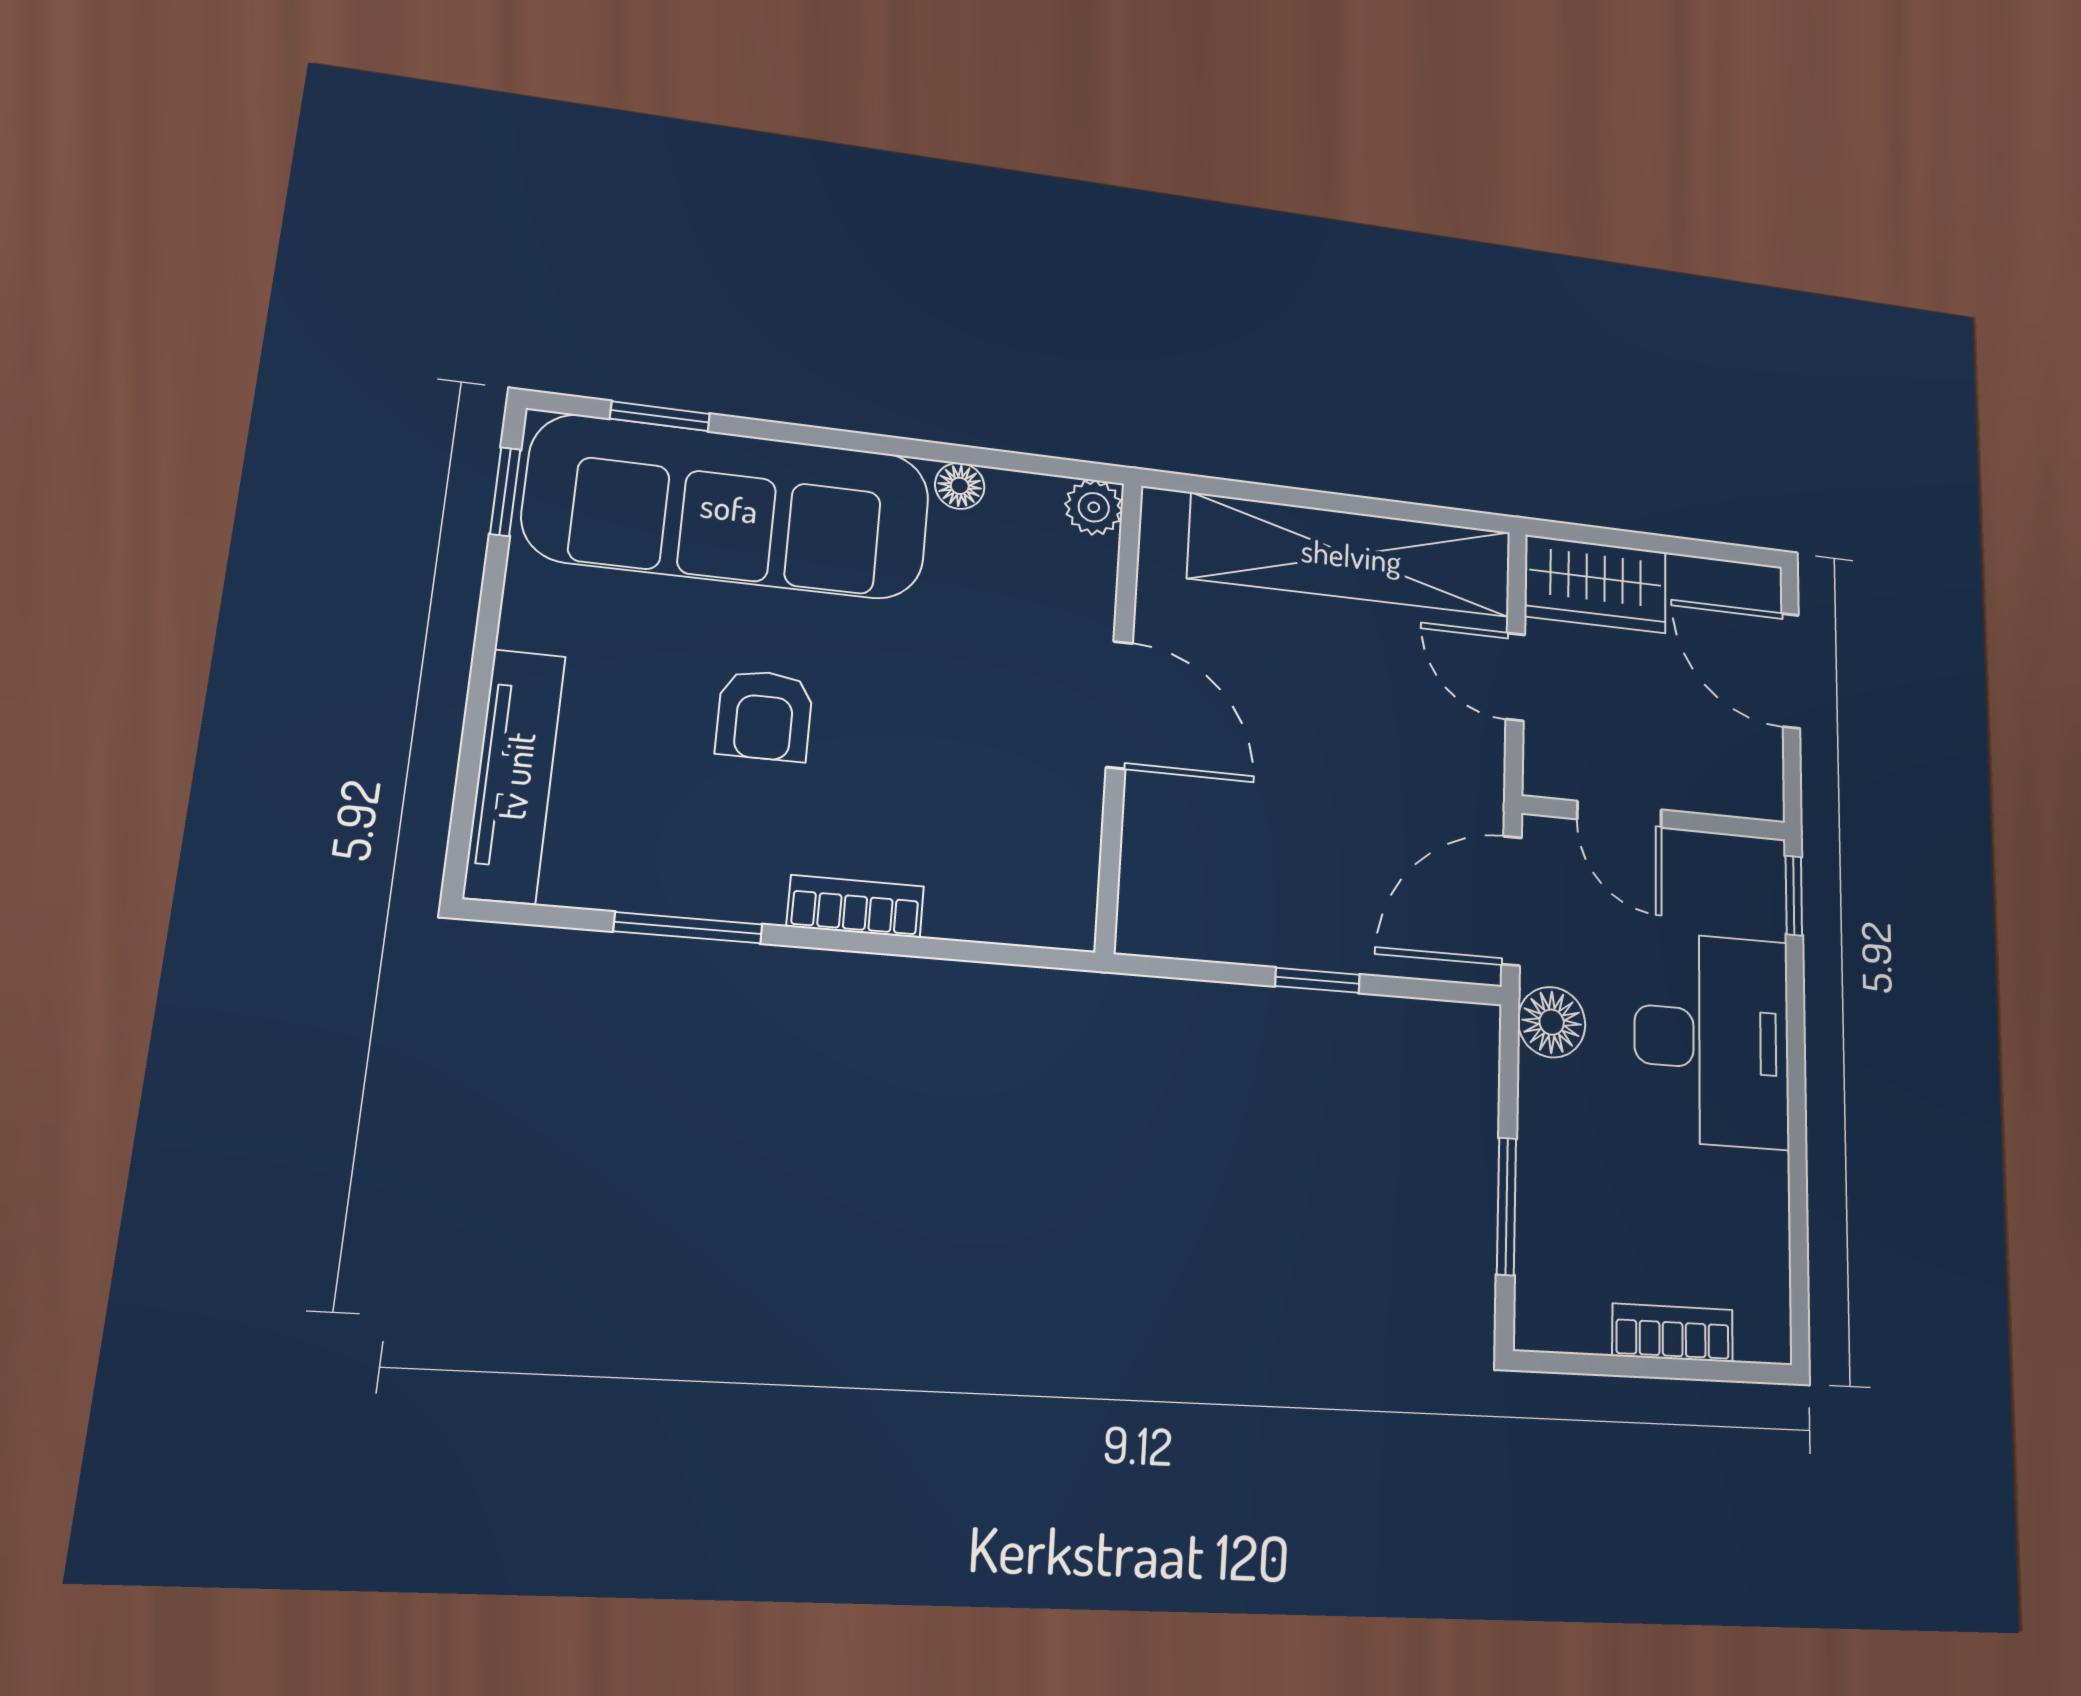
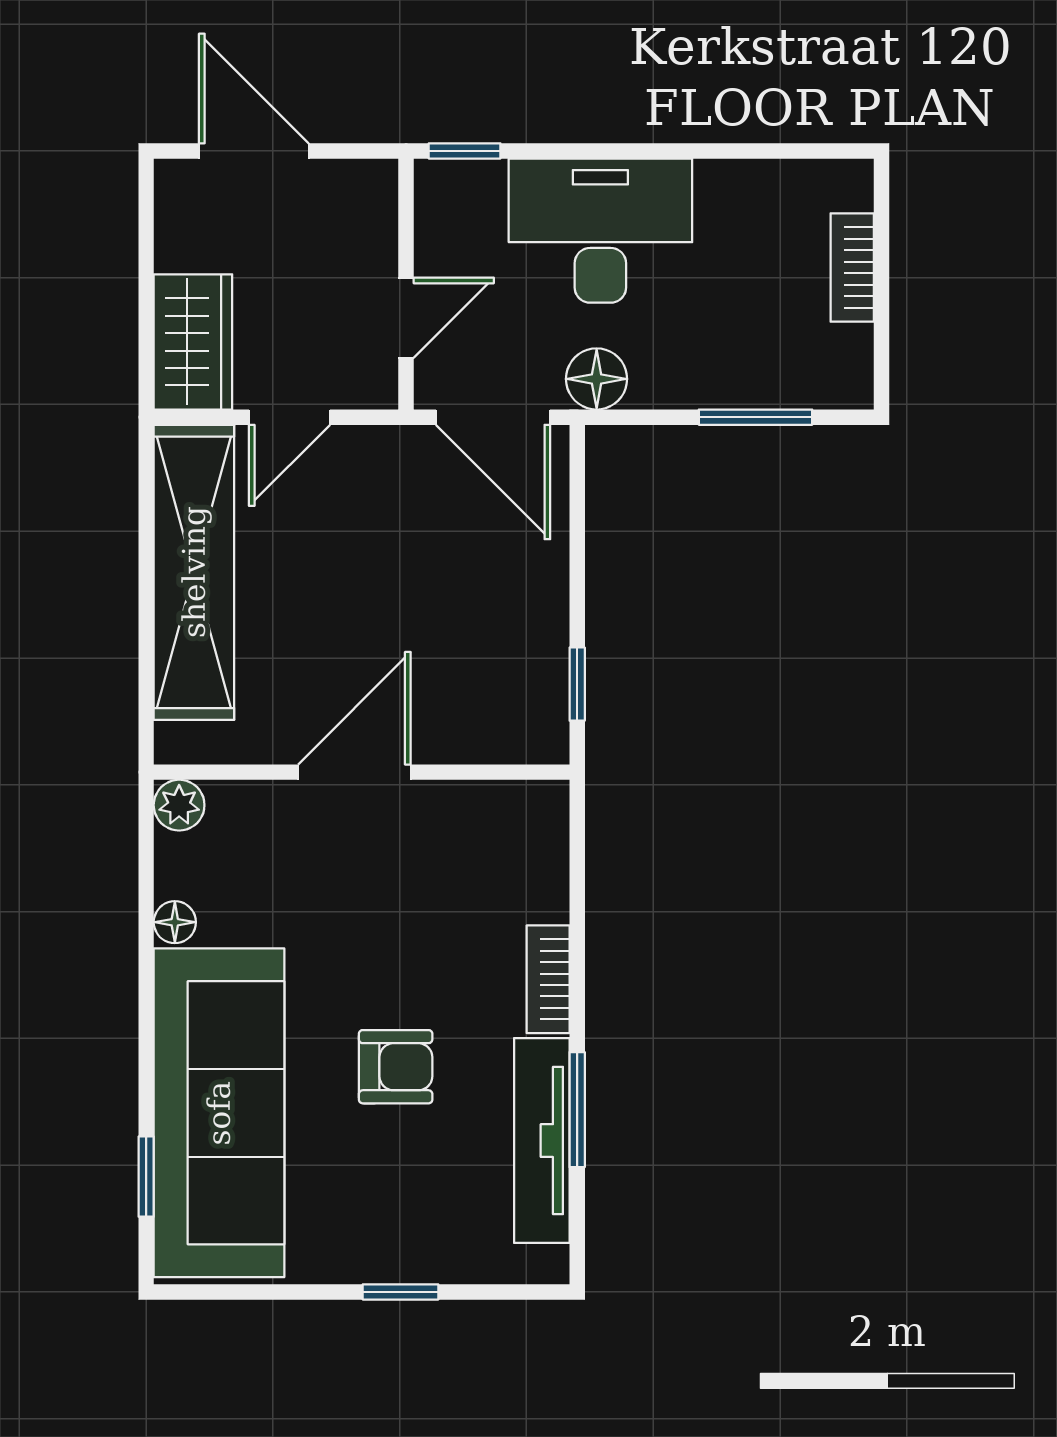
window: (505, 492) -> (400, 1292), moved
door: (1791, 671) -> (254, 151), swing flipped
tv unit: (515, 776) -> (542, 1141), moved, turned -90
window: (1317, 980) -> (577, 684), moved

